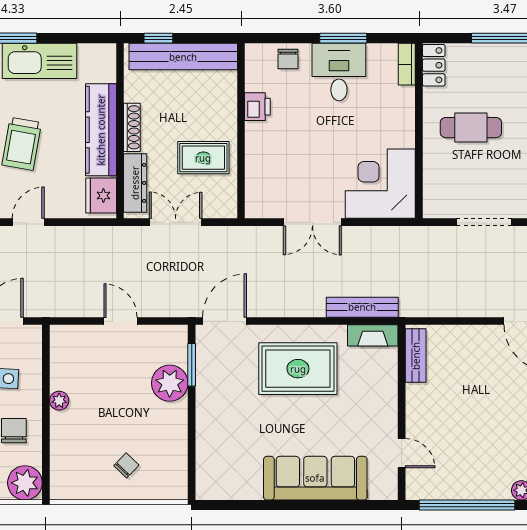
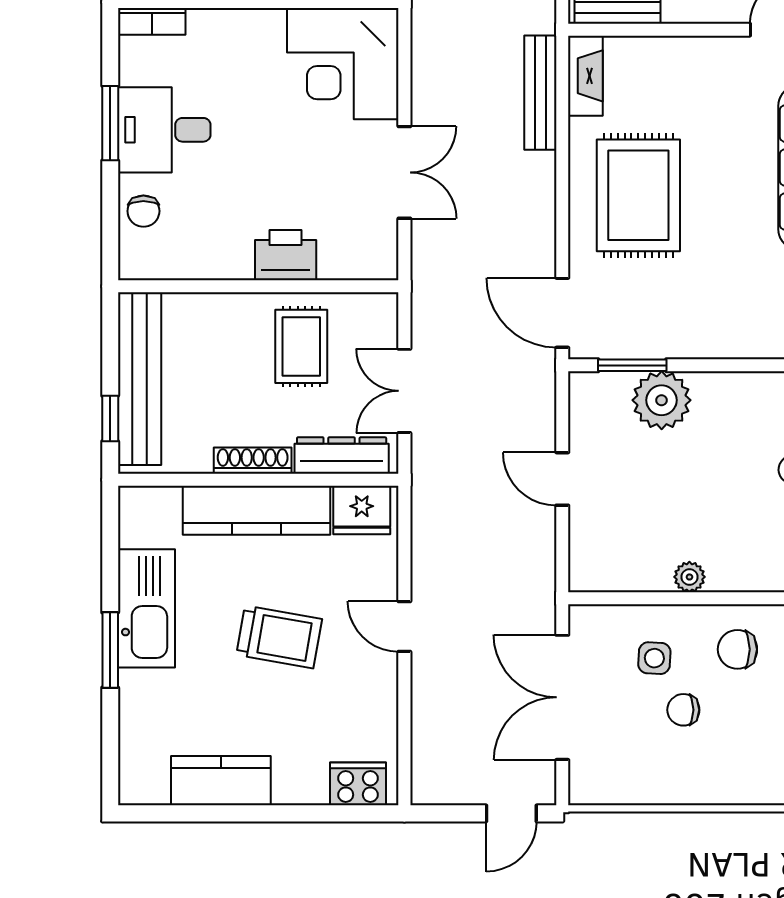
chair: (288, 59) -> (143, 211), turned 90
printer: (257, 107) -> (286, 255), moved, width x1.36, depth x1.24
door: (120, 321) -> (562, 479), hinge flipped

